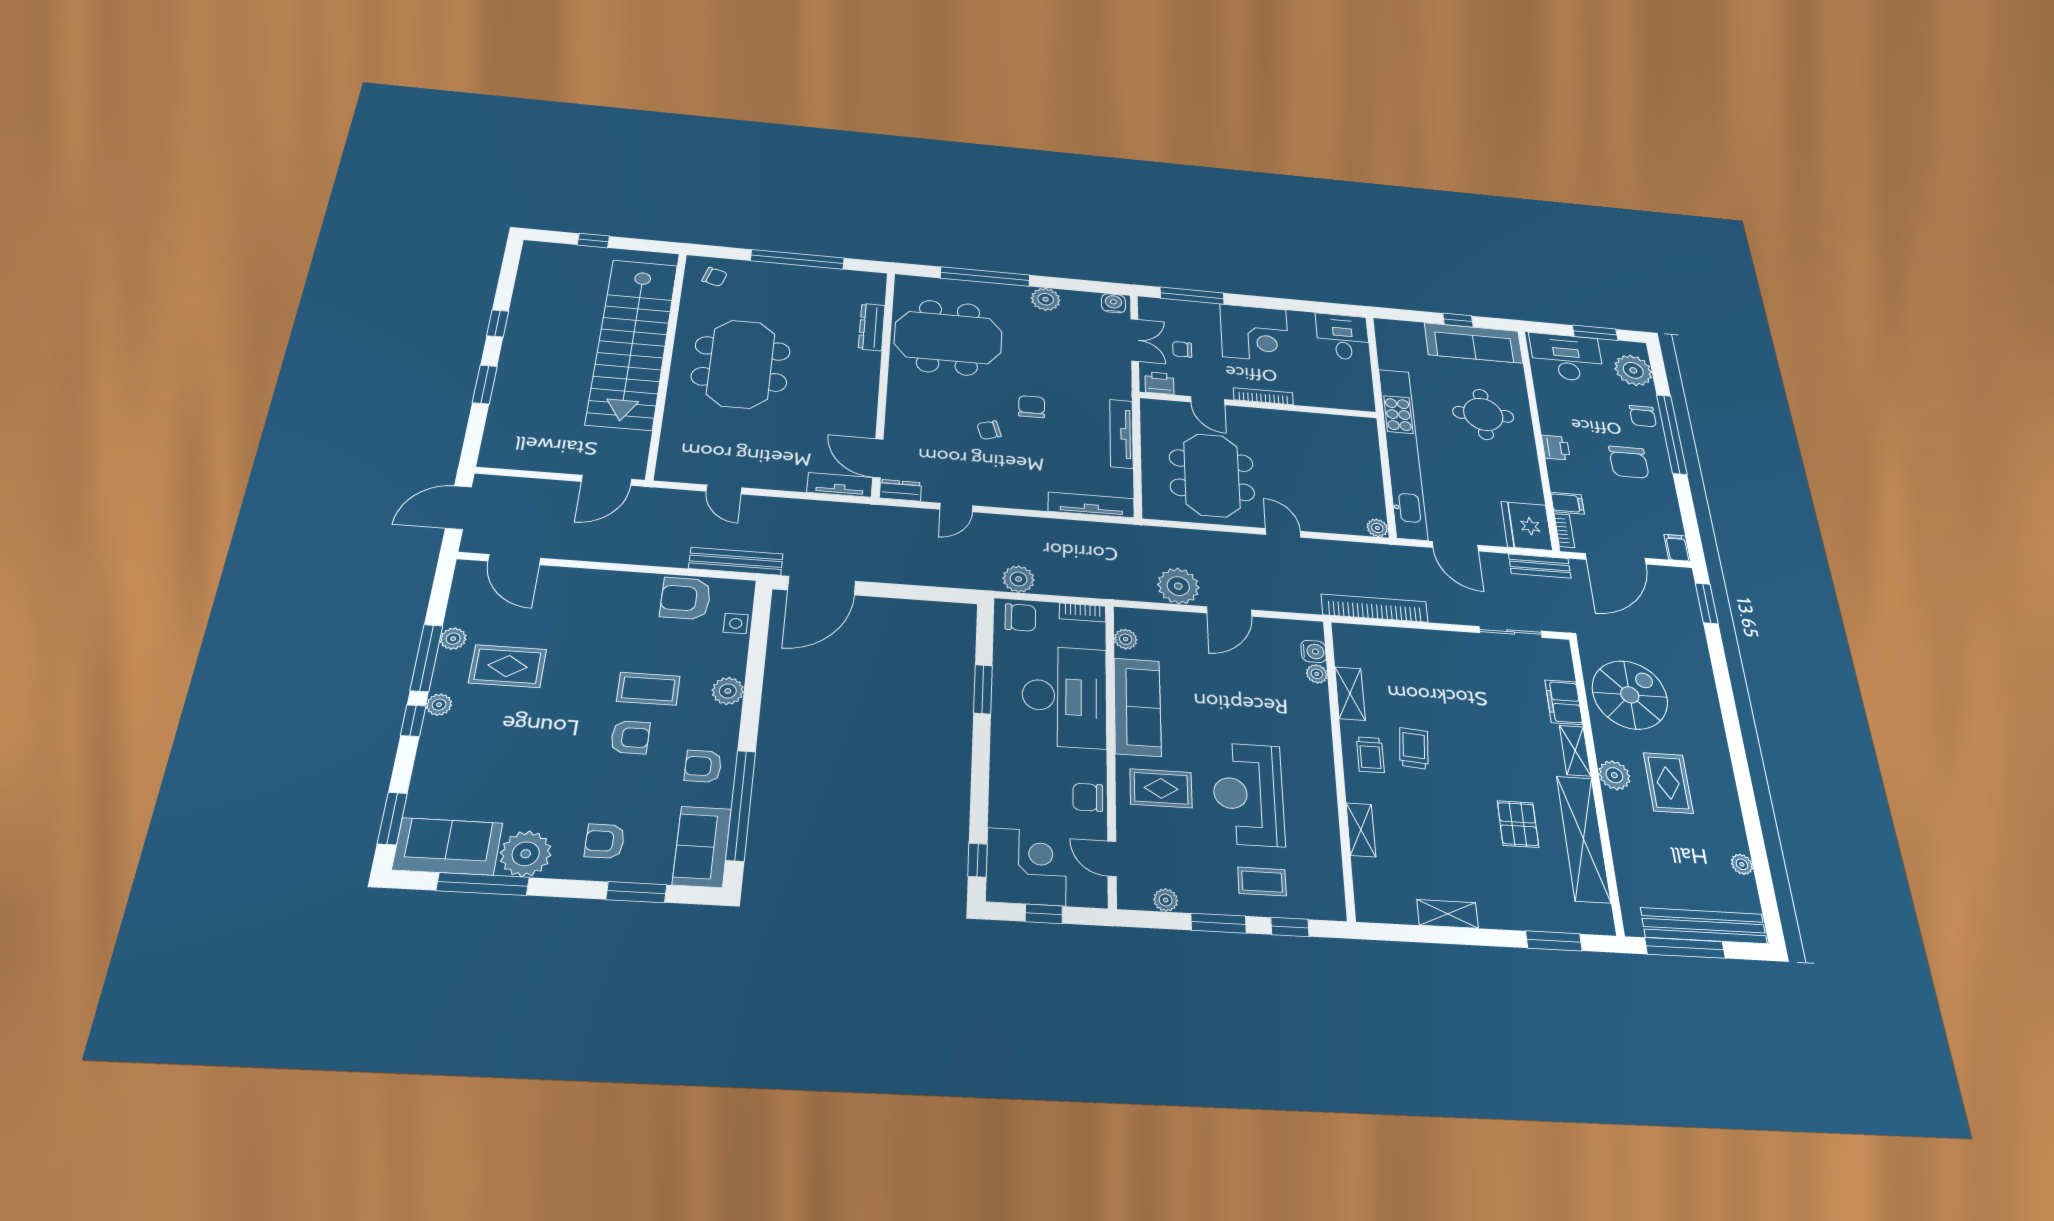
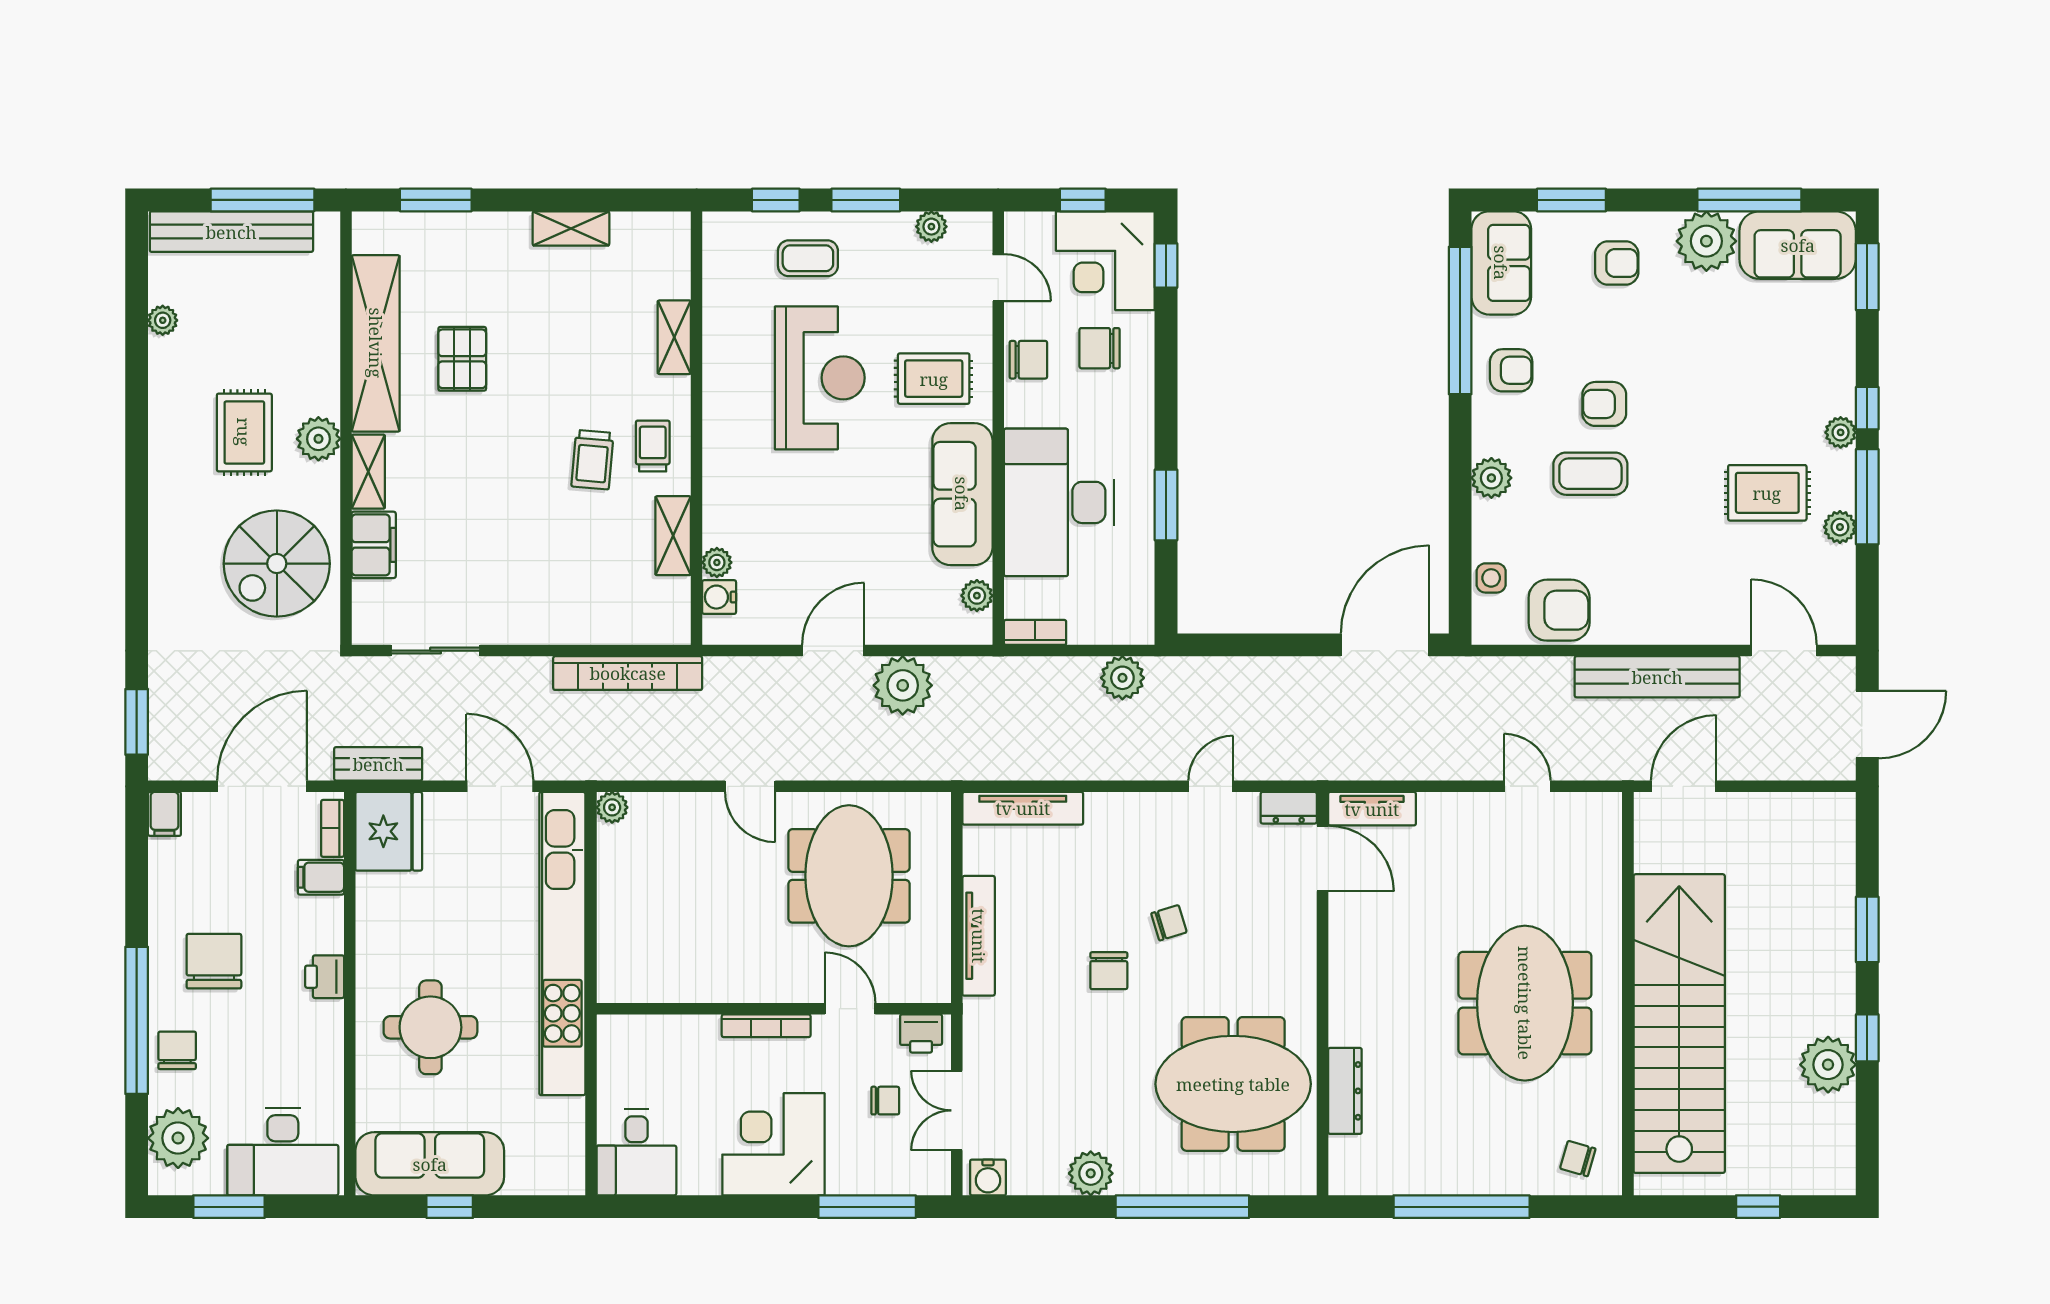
plant: (529, 311) -> (1828, 1065), added
bench: (736, 561) -> (1657, 677), moved, width x1.37, depth x1.21
chair: (1020, 617) -> (1100, 348), moved

